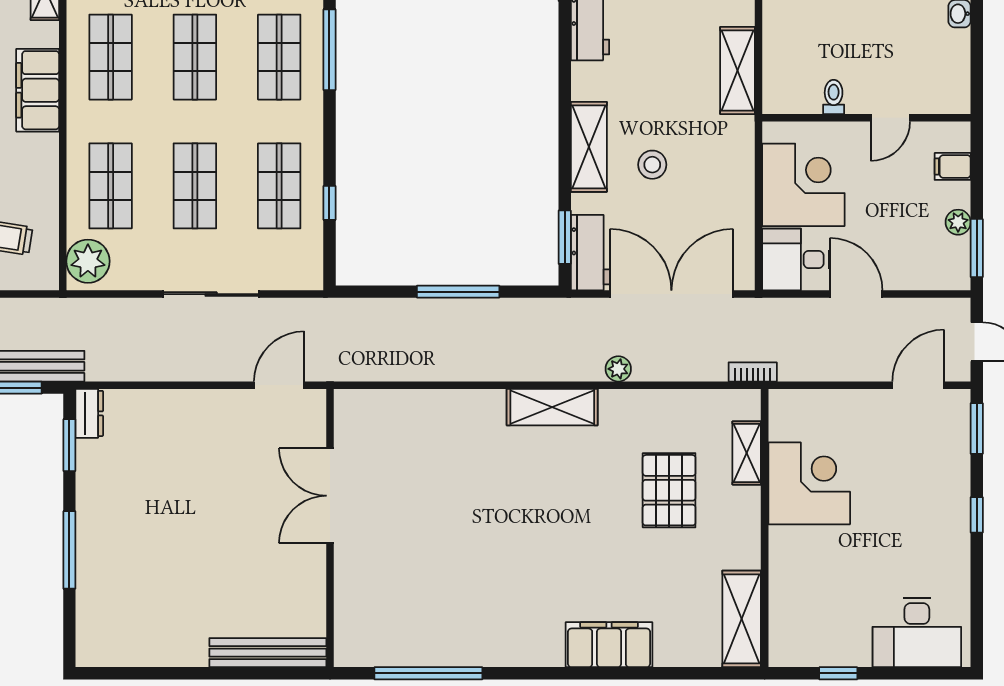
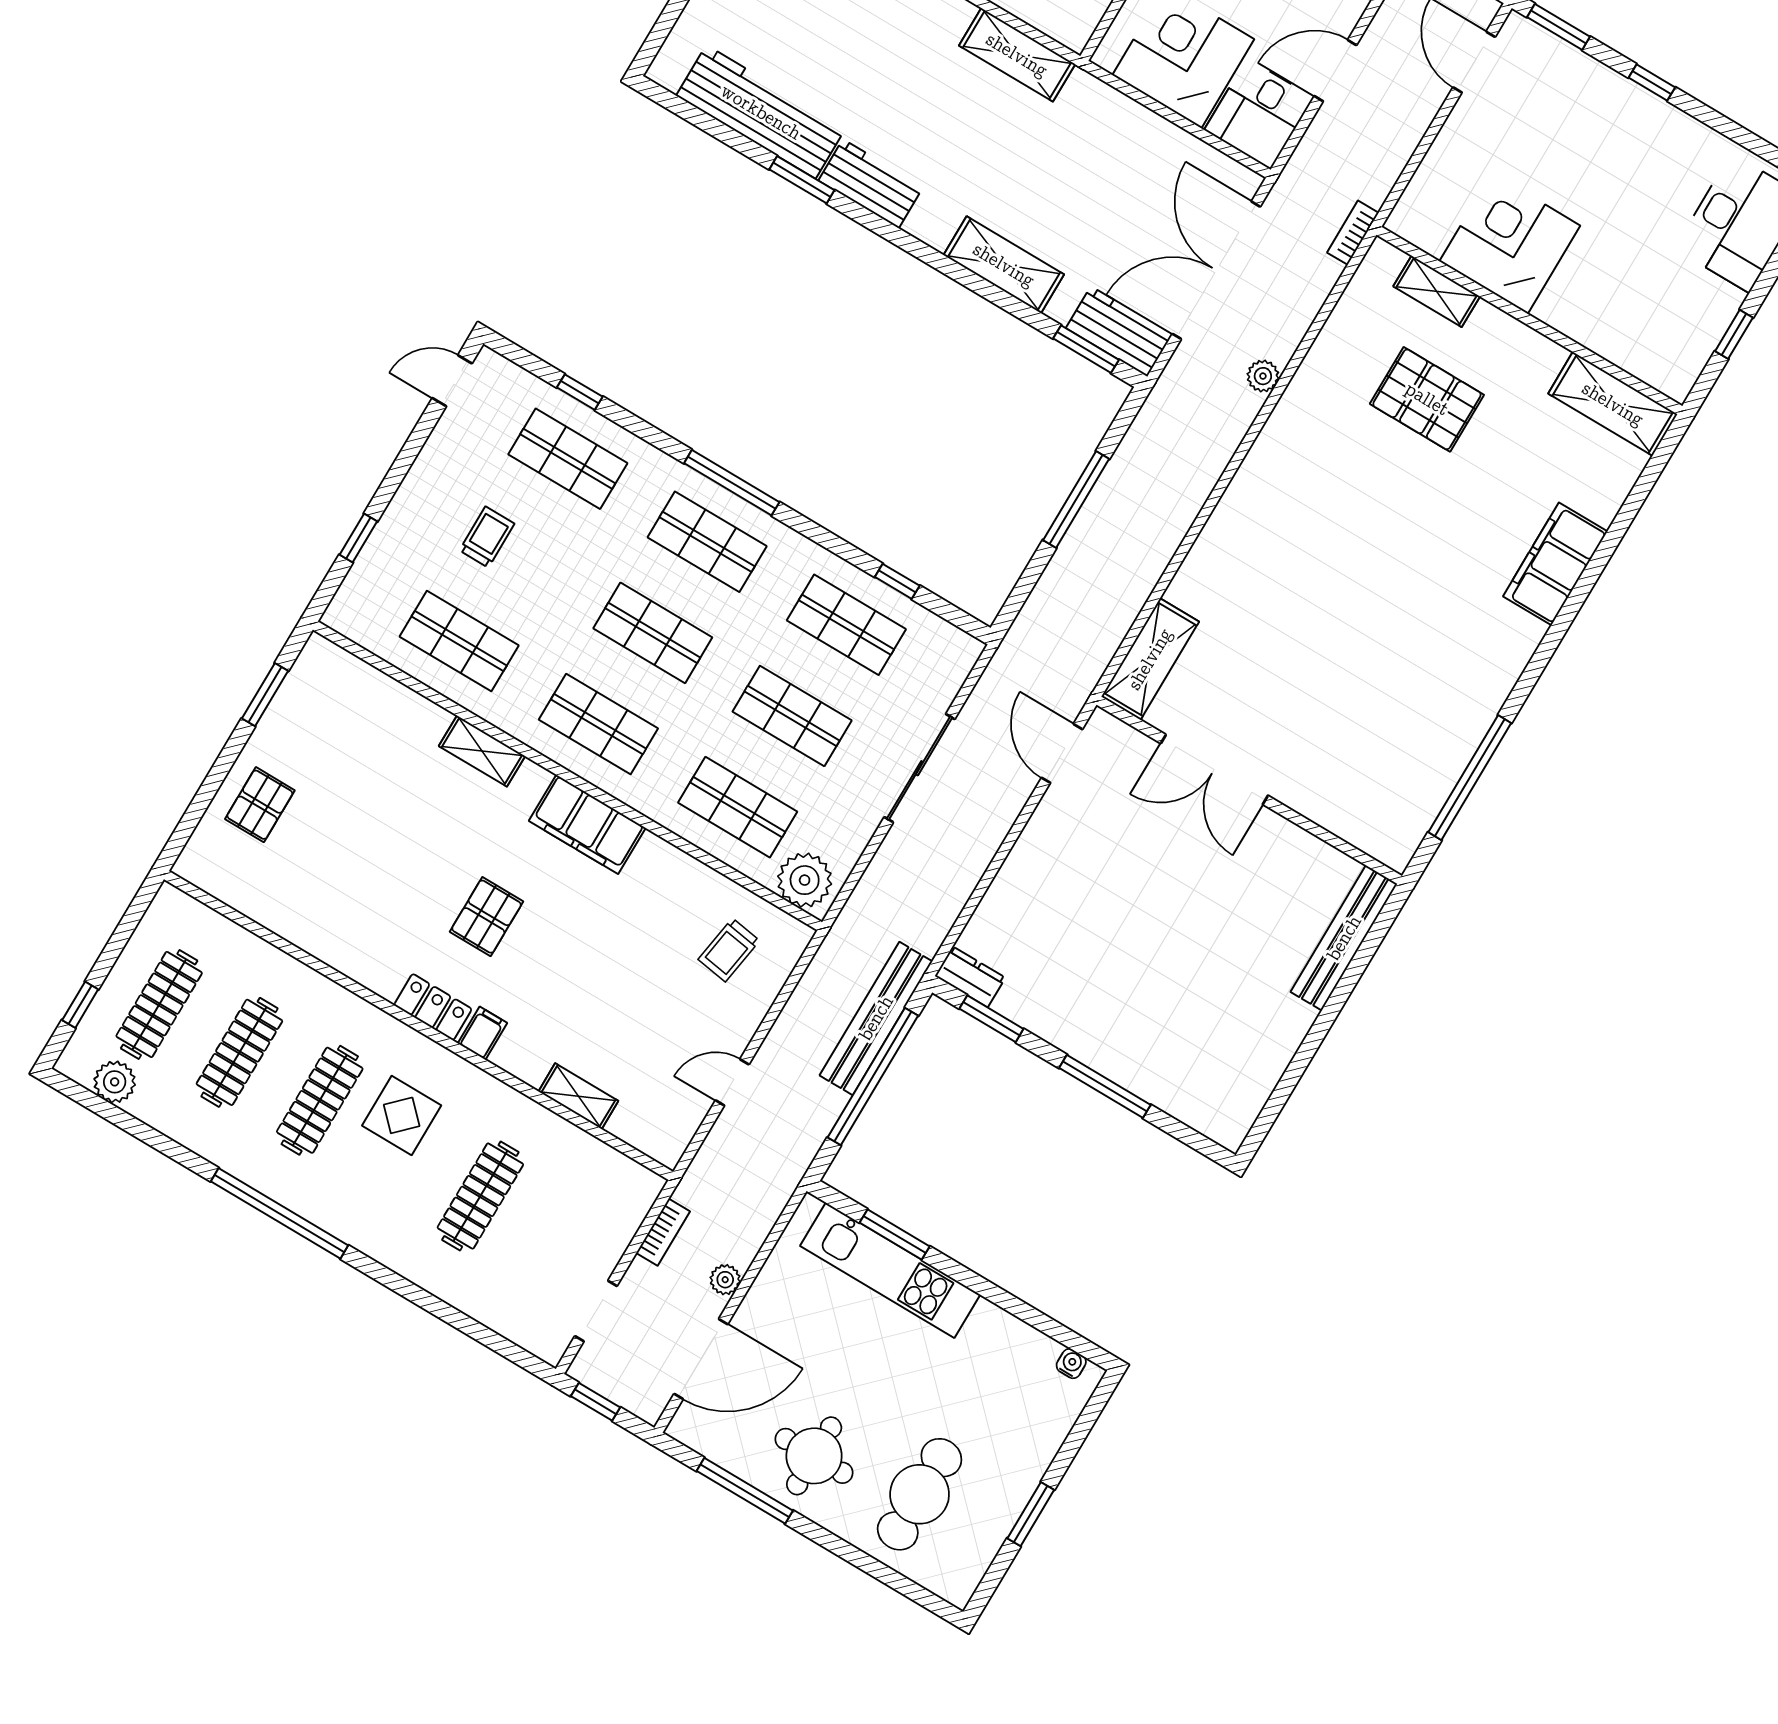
stool: (652, 165) -> (1064, 208), removed
shelving: (552, 407) -> (1150, 659), moved

